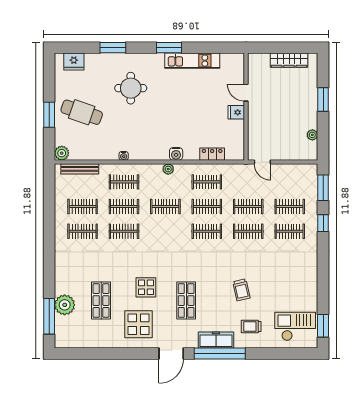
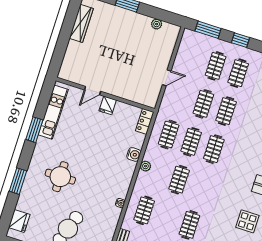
door: (246, 93) -> (93, 91), moved
wall: (246, 107) -> (105, 95), moved
fridge: (236, 112) -> (108, 105), moved
clothes rail: (124, 207) -> (167, 218), removed

